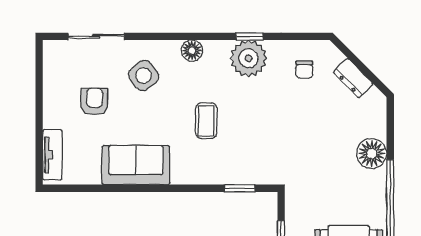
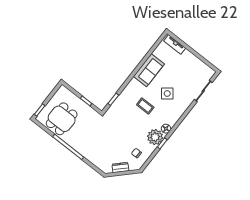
floor lamp: (192, 51) -> (166, 129), moved
side table: (144, 75) -> (167, 93), moved
armchair: (94, 102) -> (182, 73), removed
floor lamp: (372, 154) -> (90, 154), removed

